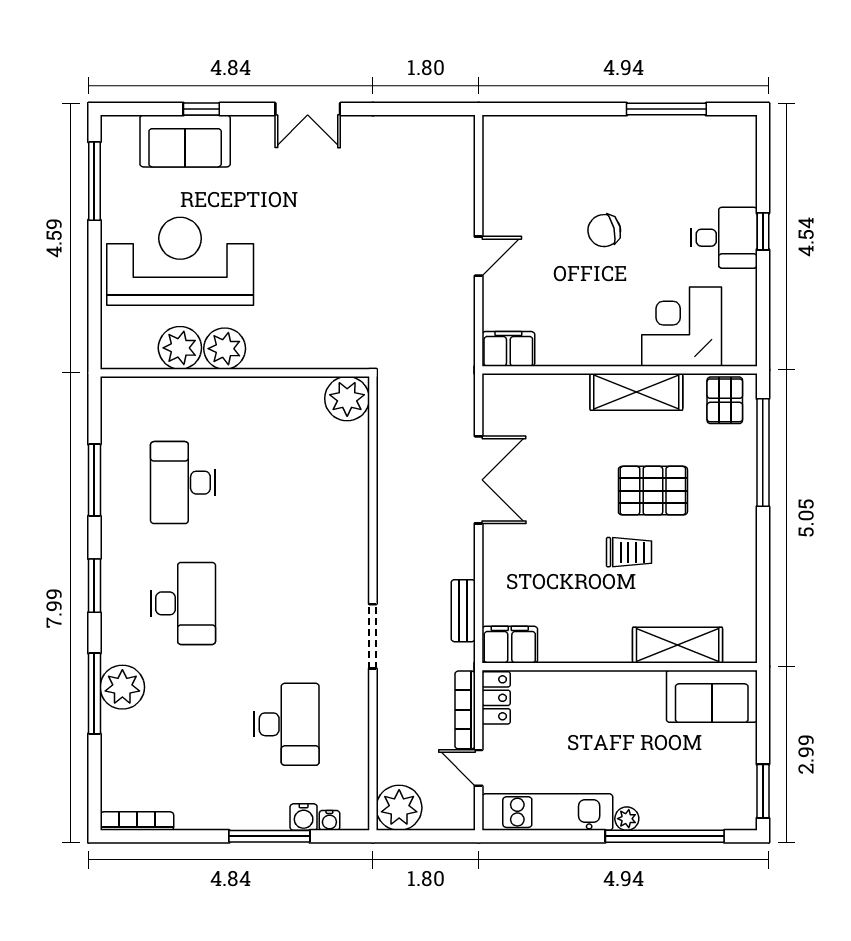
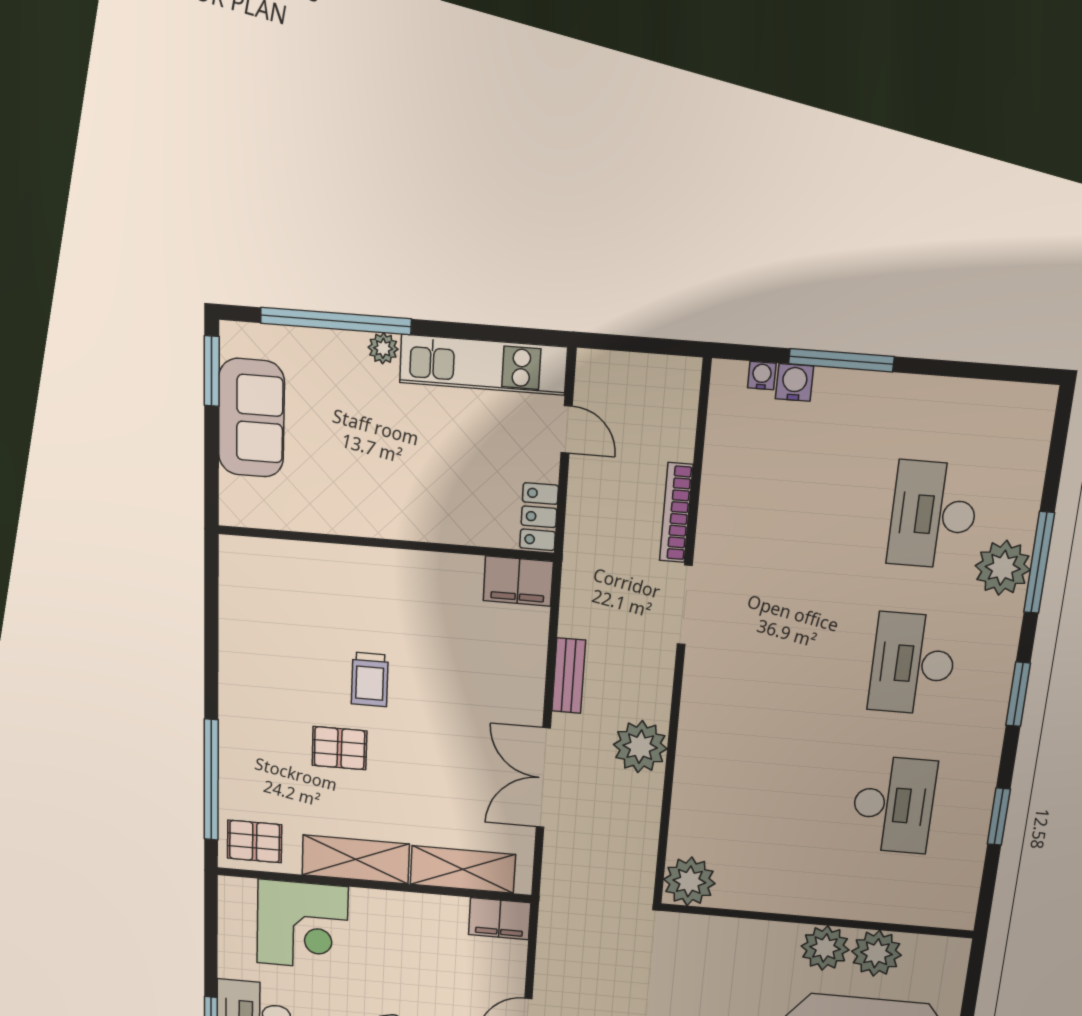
pallet: (725, 400) -> (255, 841), turned 90
window: (94, 480) -> (999, 817), width x0.69
pallet: (653, 491) -> (340, 748), width x0.67, depth x0.71
trolley: (629, 552) -> (370, 680), turned -90
bench: (463, 611) -> (569, 676), moved
shelving: (678, 645) -> (463, 869), moved
sofa: (712, 696) -> (251, 418), moved, turned 90
bookcase: (465, 710) -> (676, 513), moved, turned 180
desk: (287, 724) -> (933, 515), moved
plant: (399, 808) -> (640, 747), moved
bookcase: (137, 821) -> (1010, 394), removed

